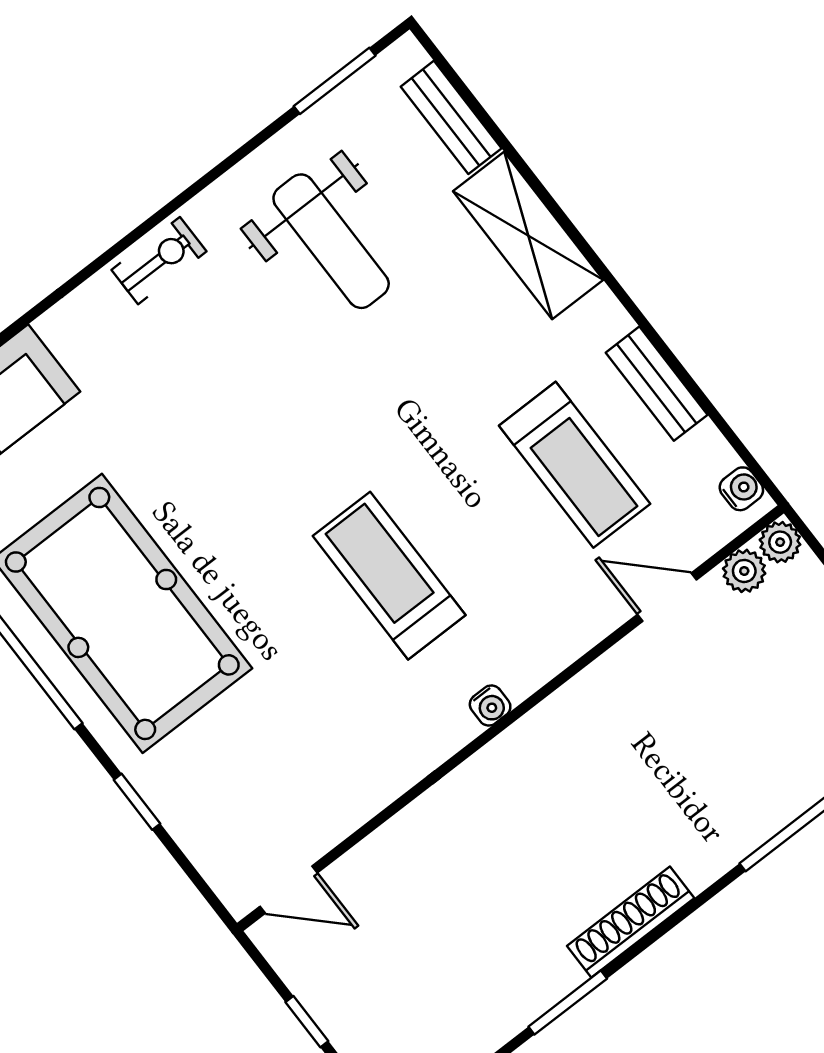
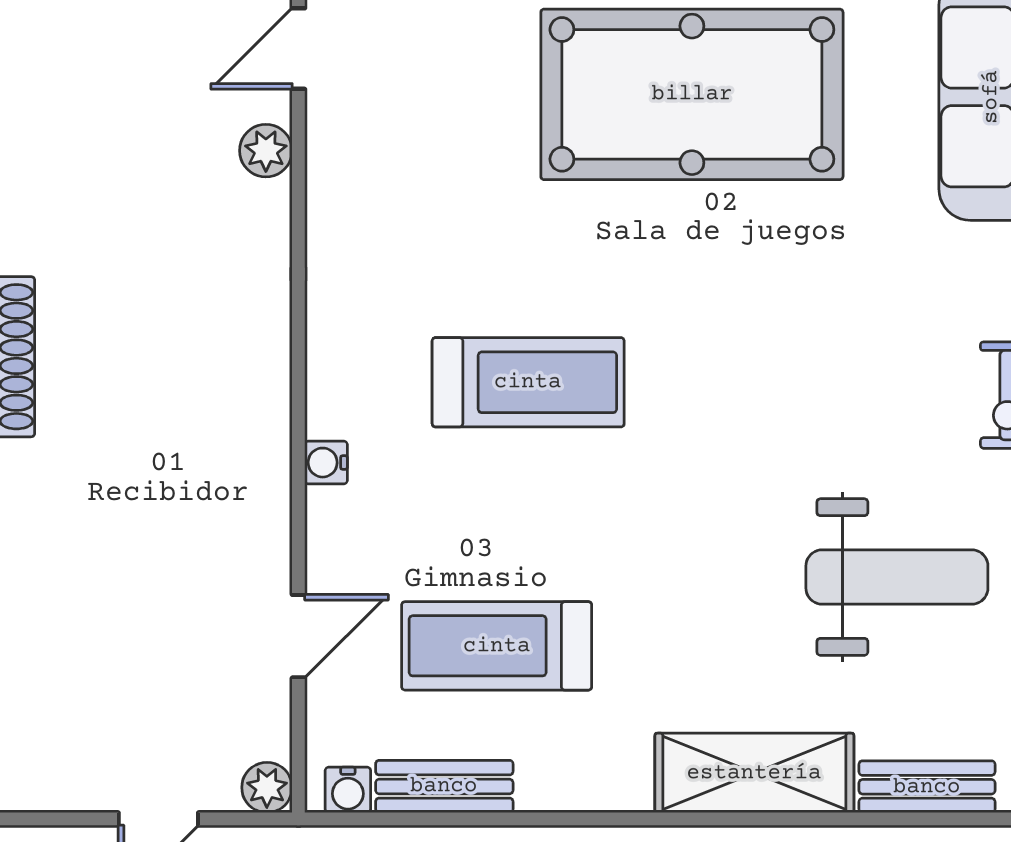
weight bench: (331, 241) -> (897, 577), turned 180
bench: (657, 384) -> (444, 786), moved
plant: (744, 571) -> (266, 151), moved
water cooler: (490, 705) -> (326, 463), moved

